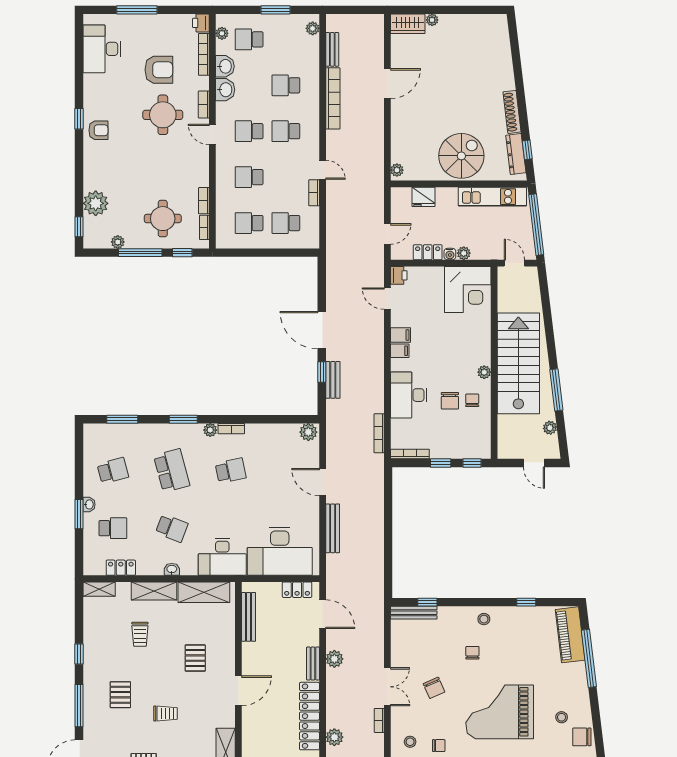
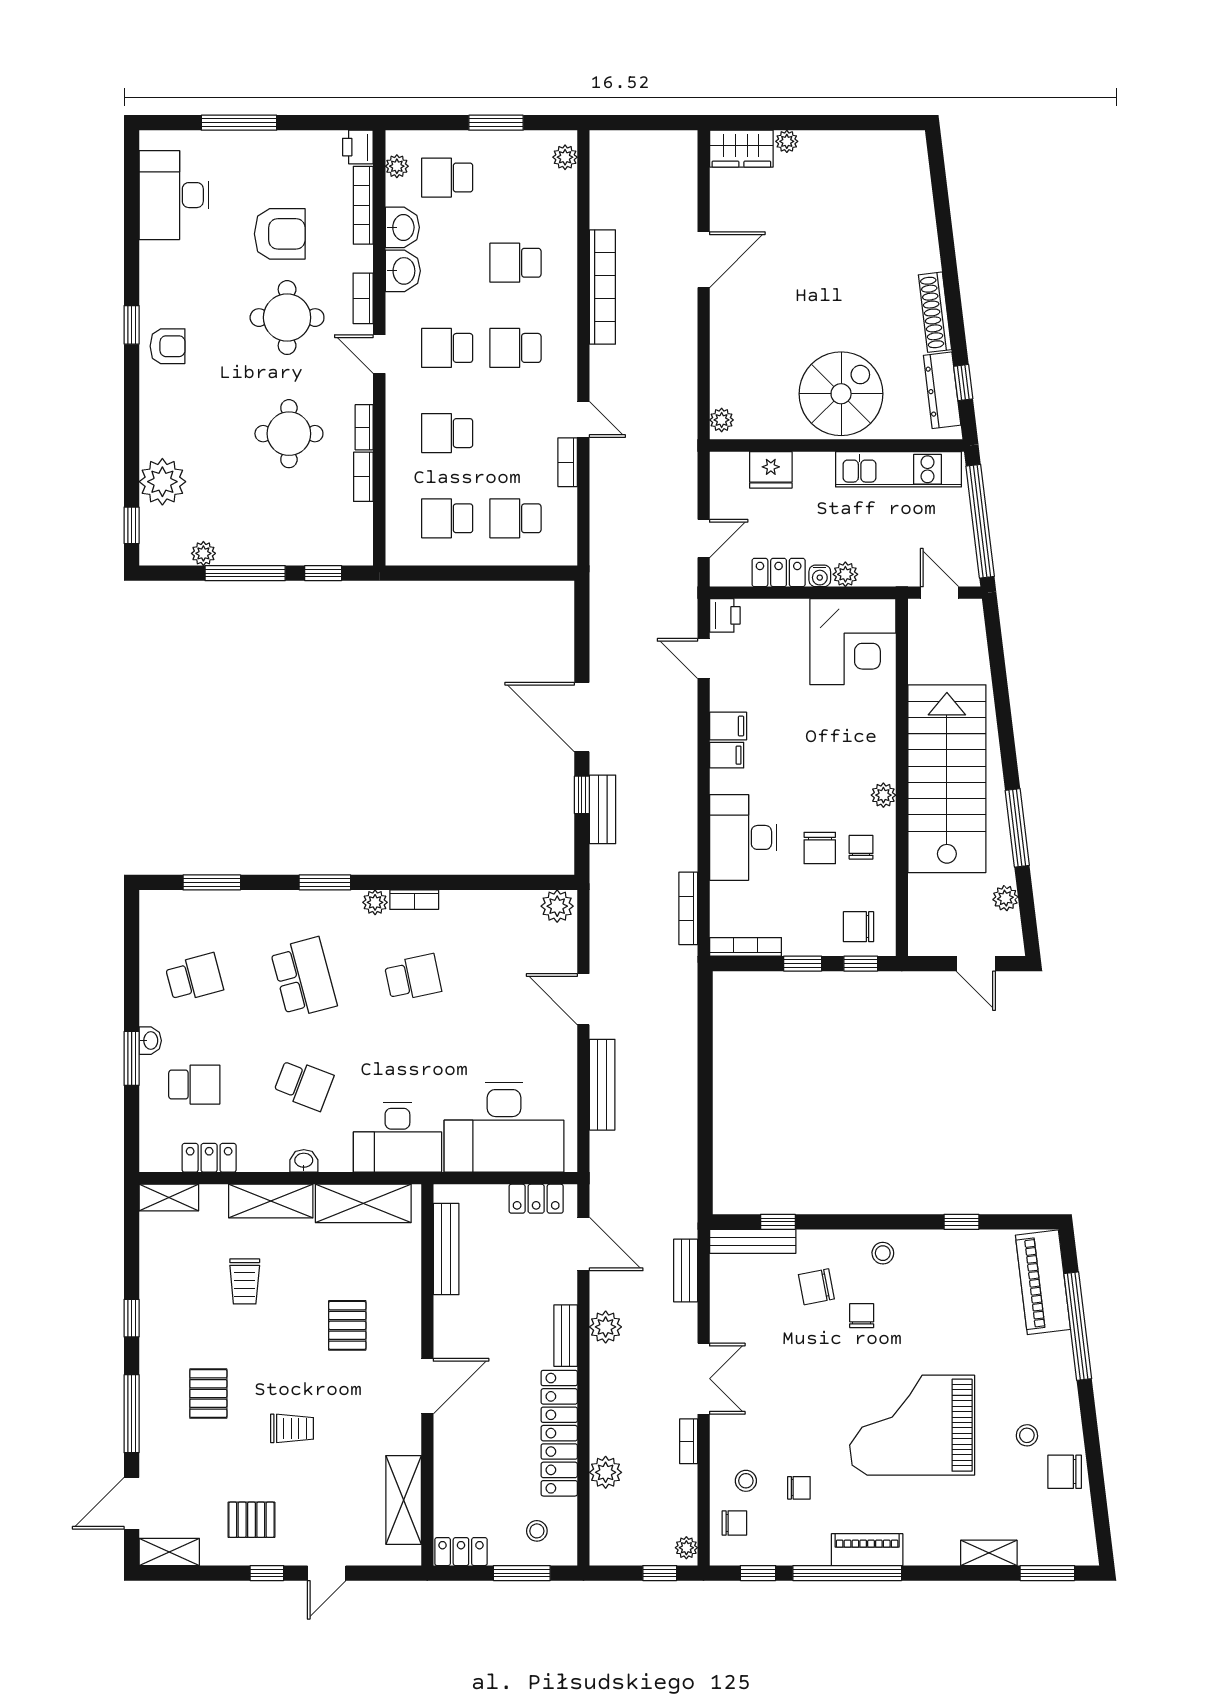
bench: (332, 49) -> (686, 1270), moved
round table: (163, 219) -> (289, 434), moved
bookcase: (204, 227) -> (364, 427), moved
chair: (471, 443) -> (858, 927), added
chair: (434, 688) -> (816, 1287), moved, turned 103

